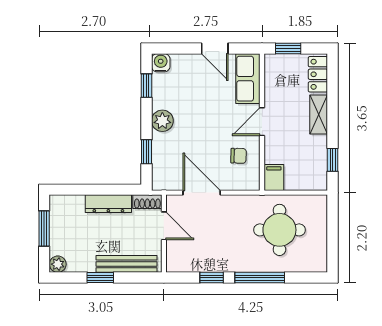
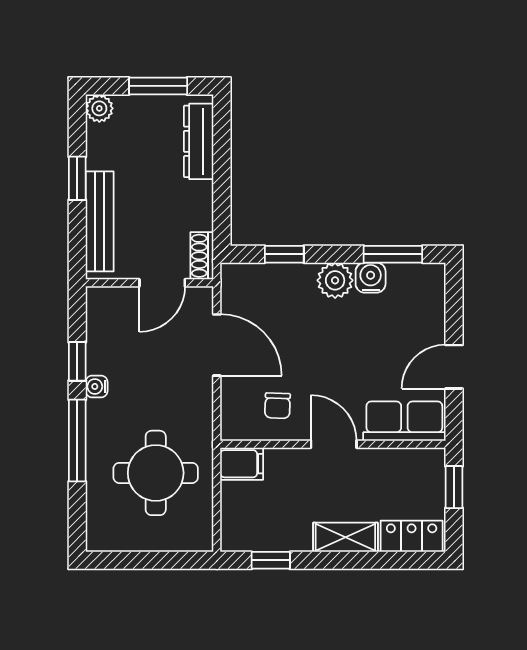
water cooler: (161, 63) -> (371, 278), moved, turned -90
window: (146, 86) -> (393, 254), width x1.50
door: (202, 193) -> (217, 345), hinge flipped
dresser: (108, 204) -> (199, 141), moved
water cooler: (227, 266) -> (97, 386), added

